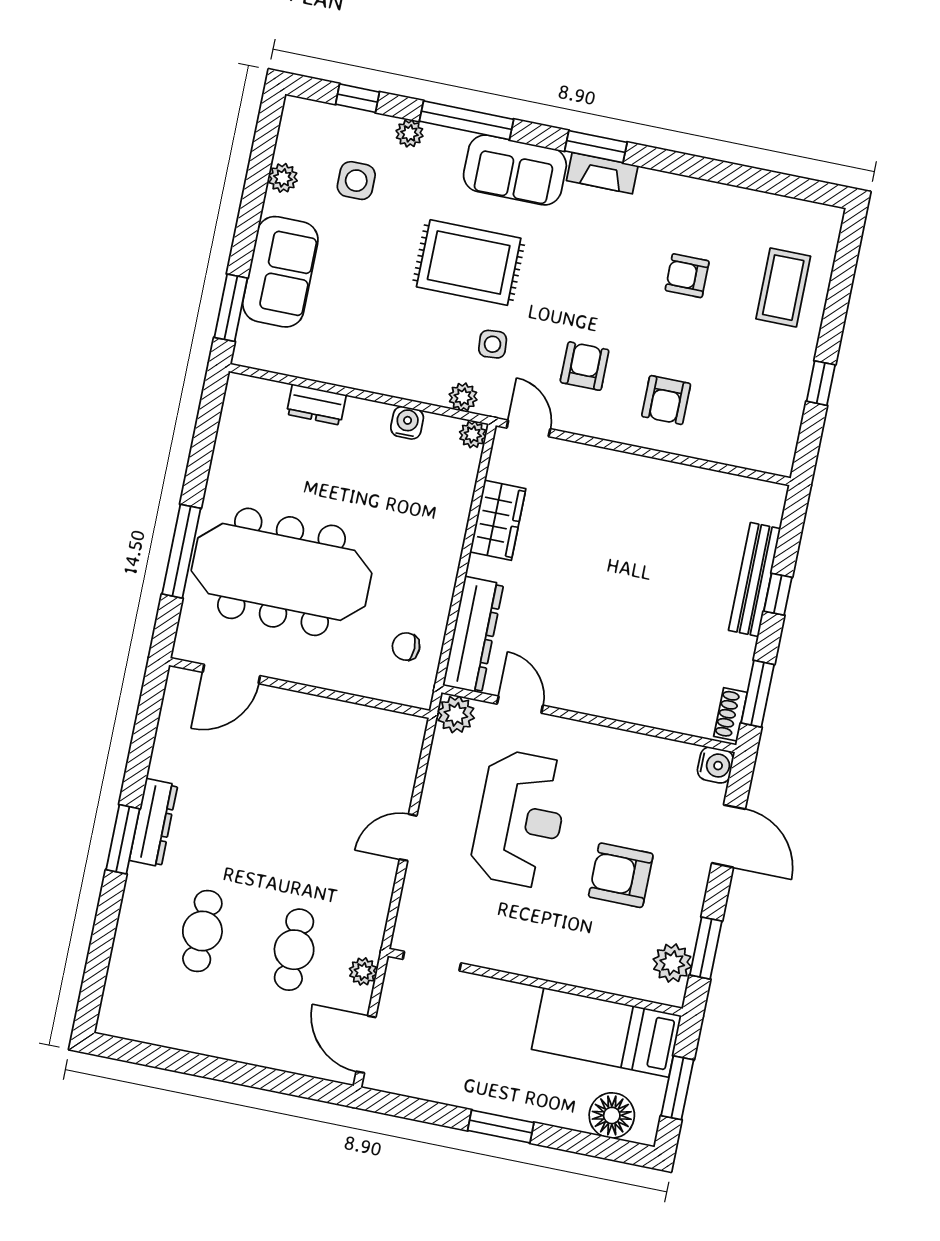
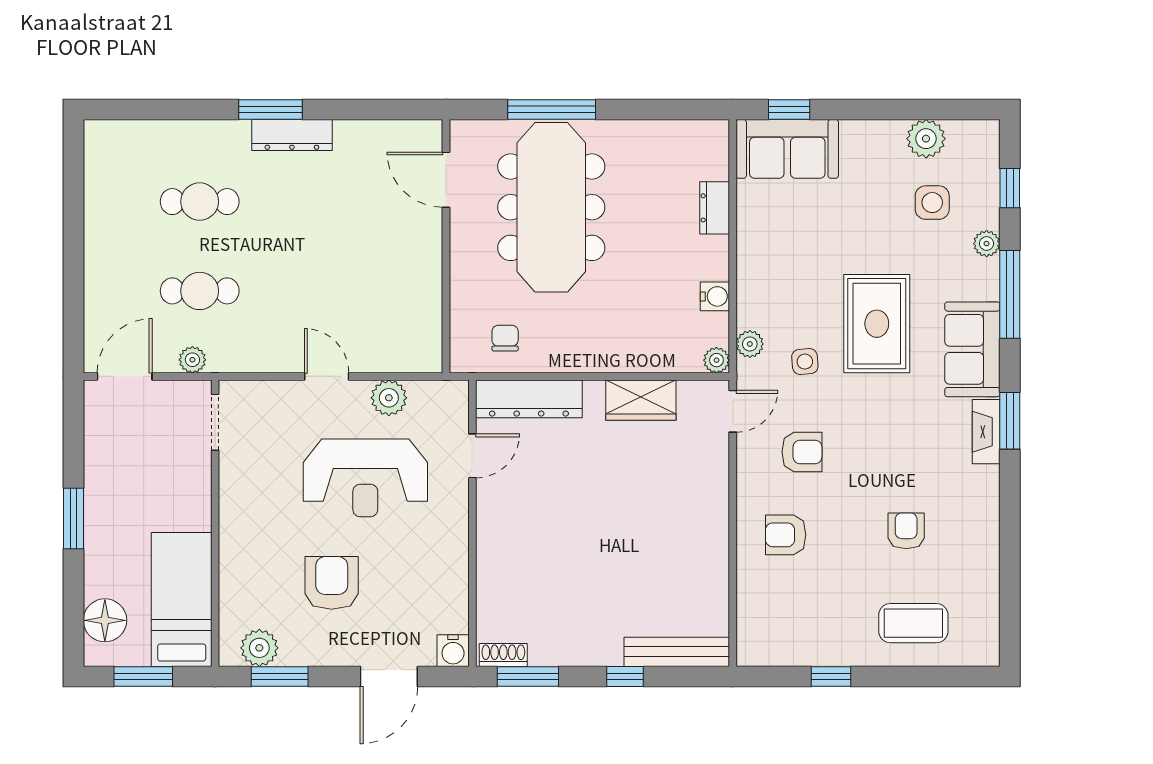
plant: (283, 178) -> (926, 139), width x1.38, depth x1.38
sofa: (280, 272) -> (787, 149), moved
window: (231, 308) -> (789, 109), width x0.67
bench: (755, 580) -> (677, 652), moved
plant: (456, 714) -> (389, 398), moved

